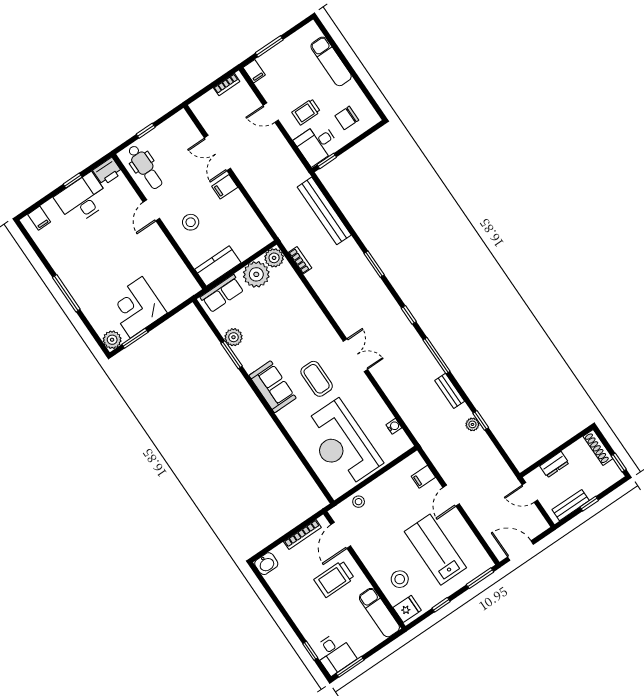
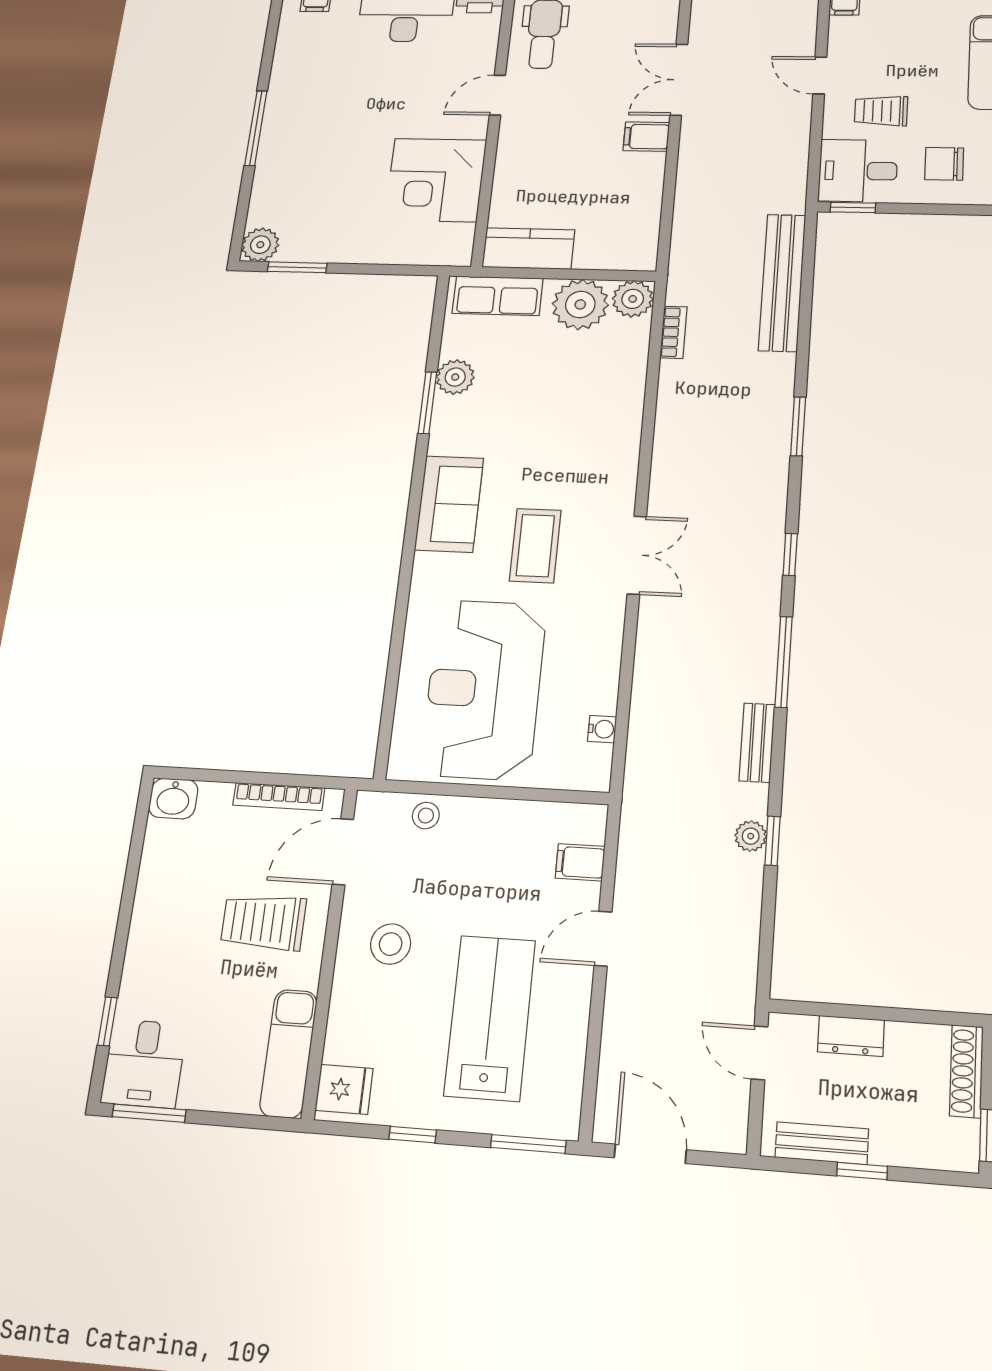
stool: (191, 222) -> (544, 153), removed
corner desk: (136, 307) -> (435, 180), moved, turned -90
stool: (400, 579) -> (391, 944), moved

